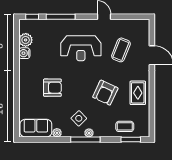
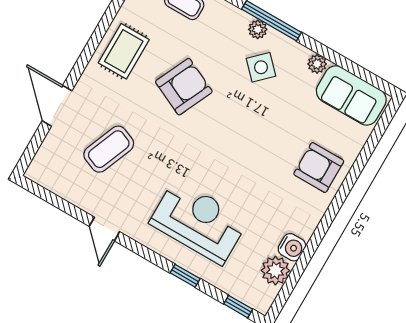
window: (61, 17) -> (185, 276), width x0.46
reception desk: (81, 48) -> (199, 222), moved
armchair: (52, 88) -> (319, 168), moved

